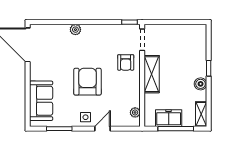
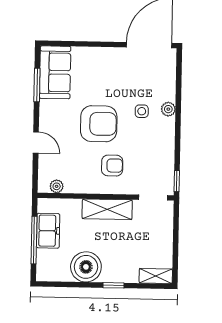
armchair: (126, 62) -> (112, 166), moved, turned 180
boiler: (201, 84) -> (86, 267), width x1.86, depth x1.86
sofa: (41, 101) -> (55, 72), moved, turned -90
shelving: (201, 114) -> (156, 276), moved
side table: (86, 117) -> (142, 111), moved

